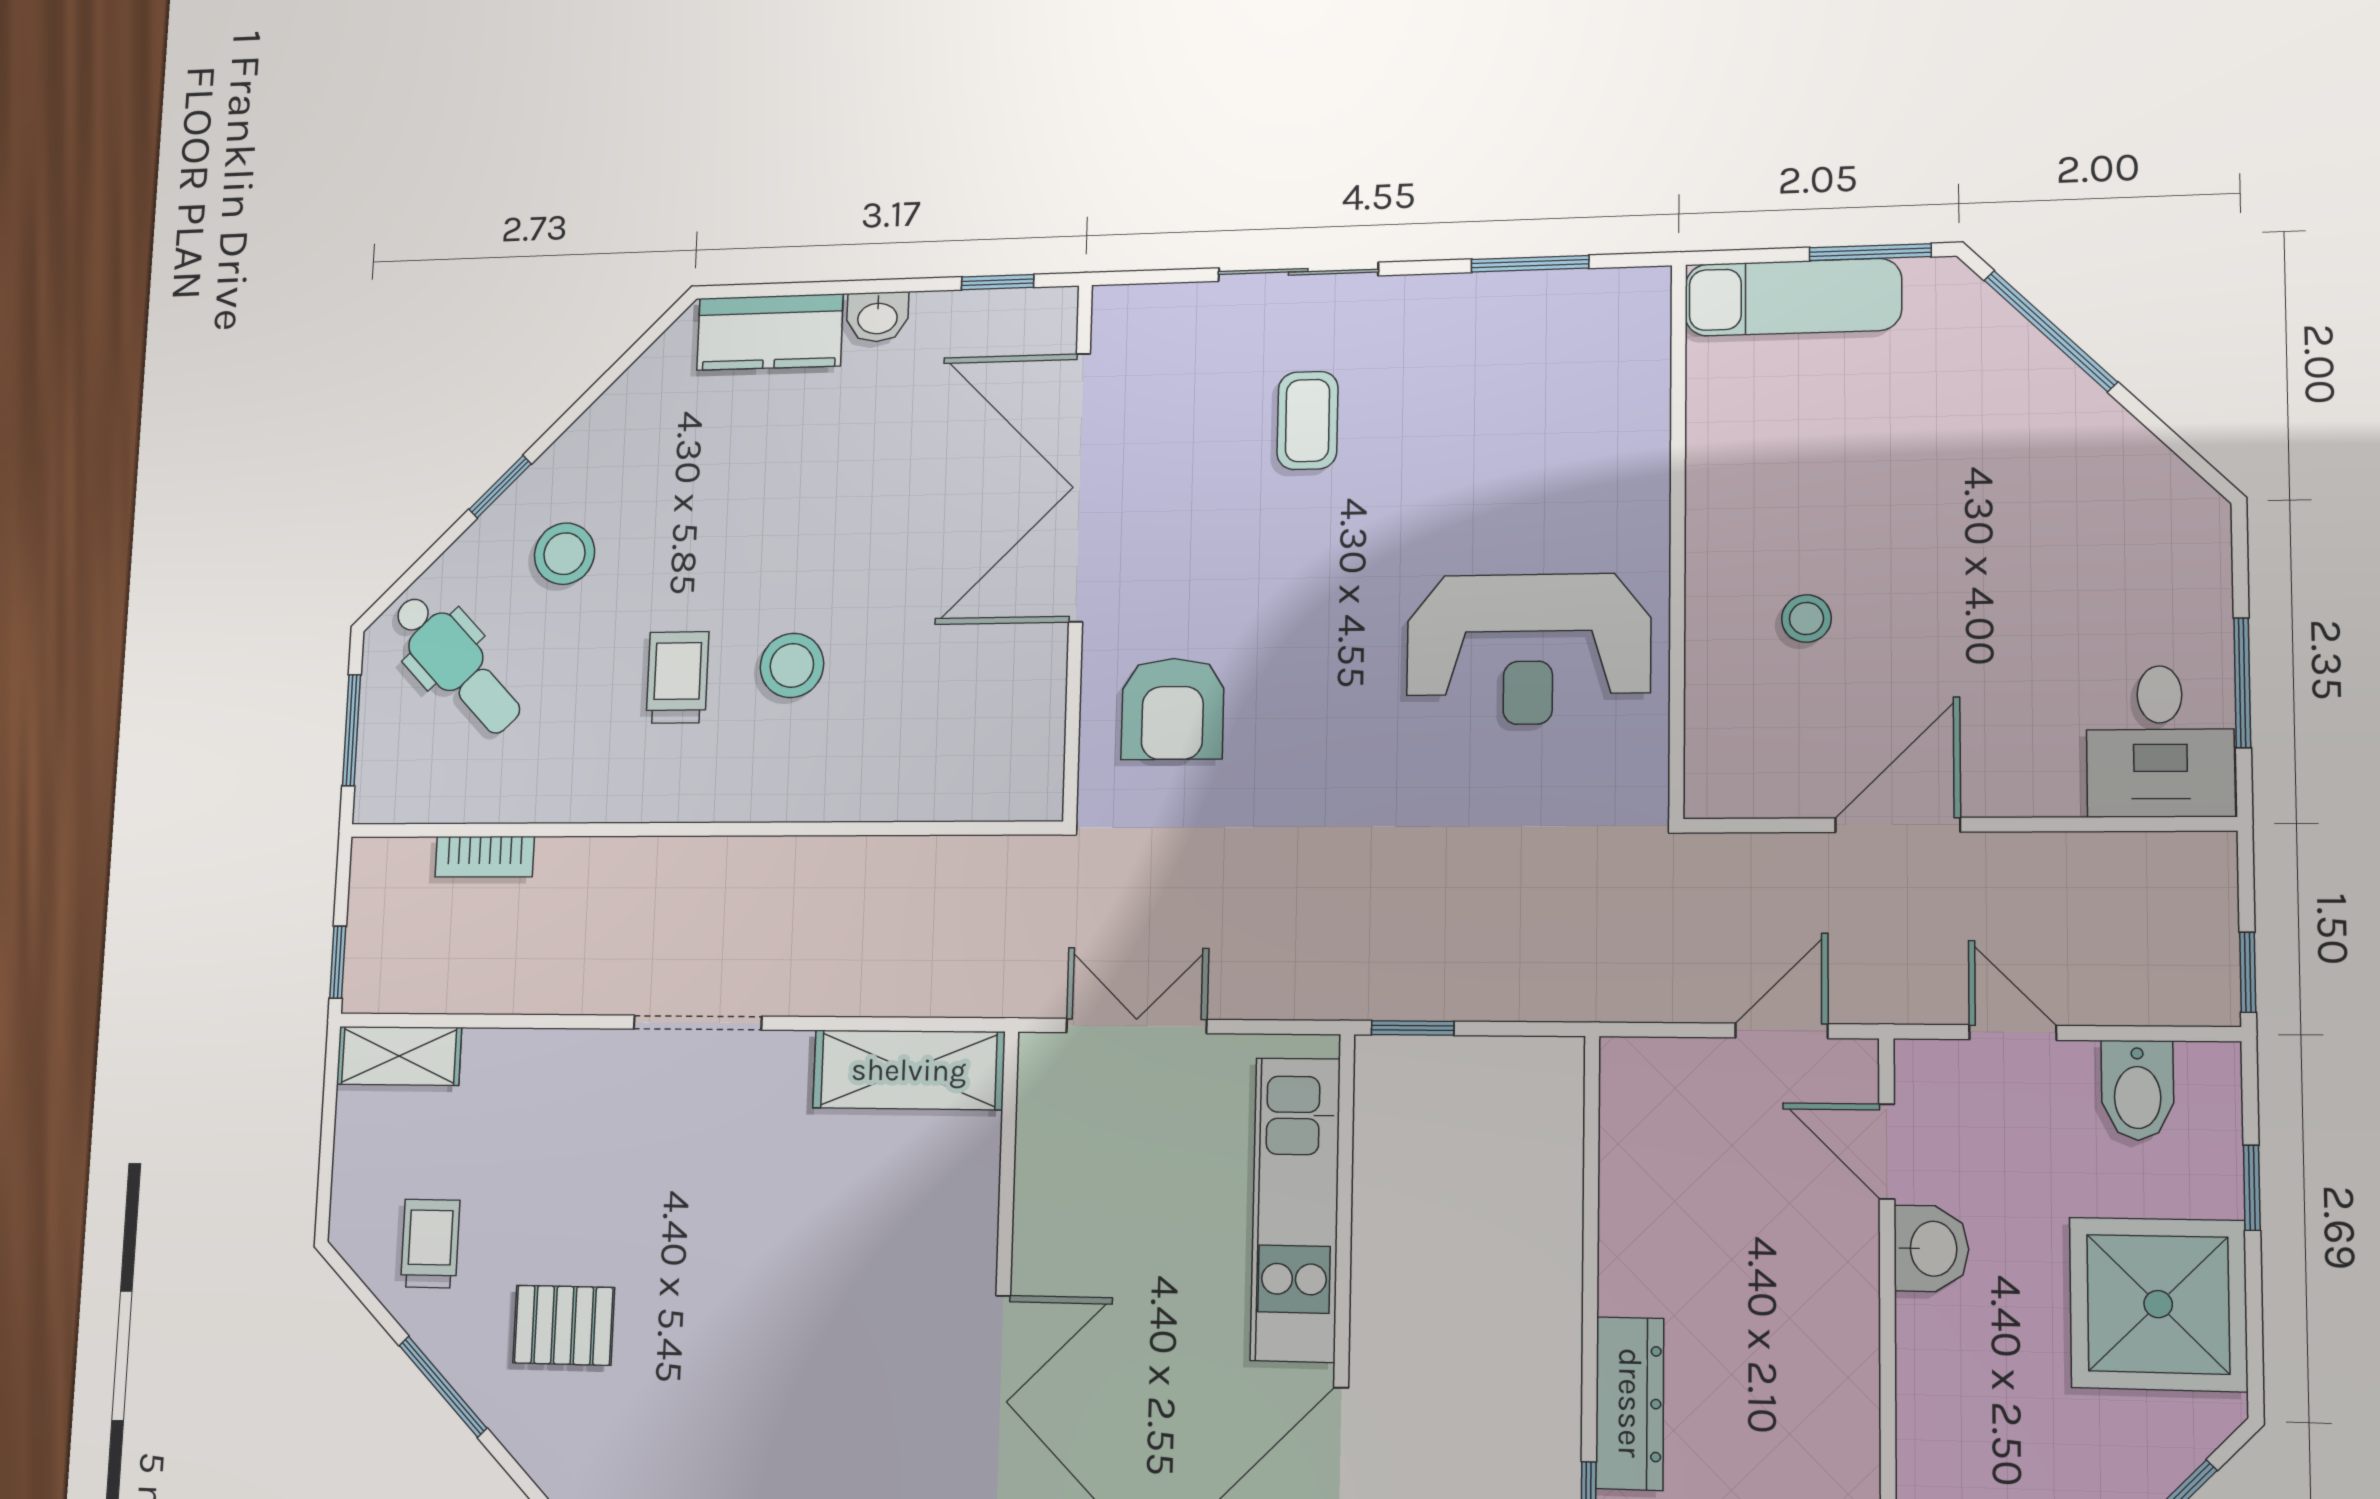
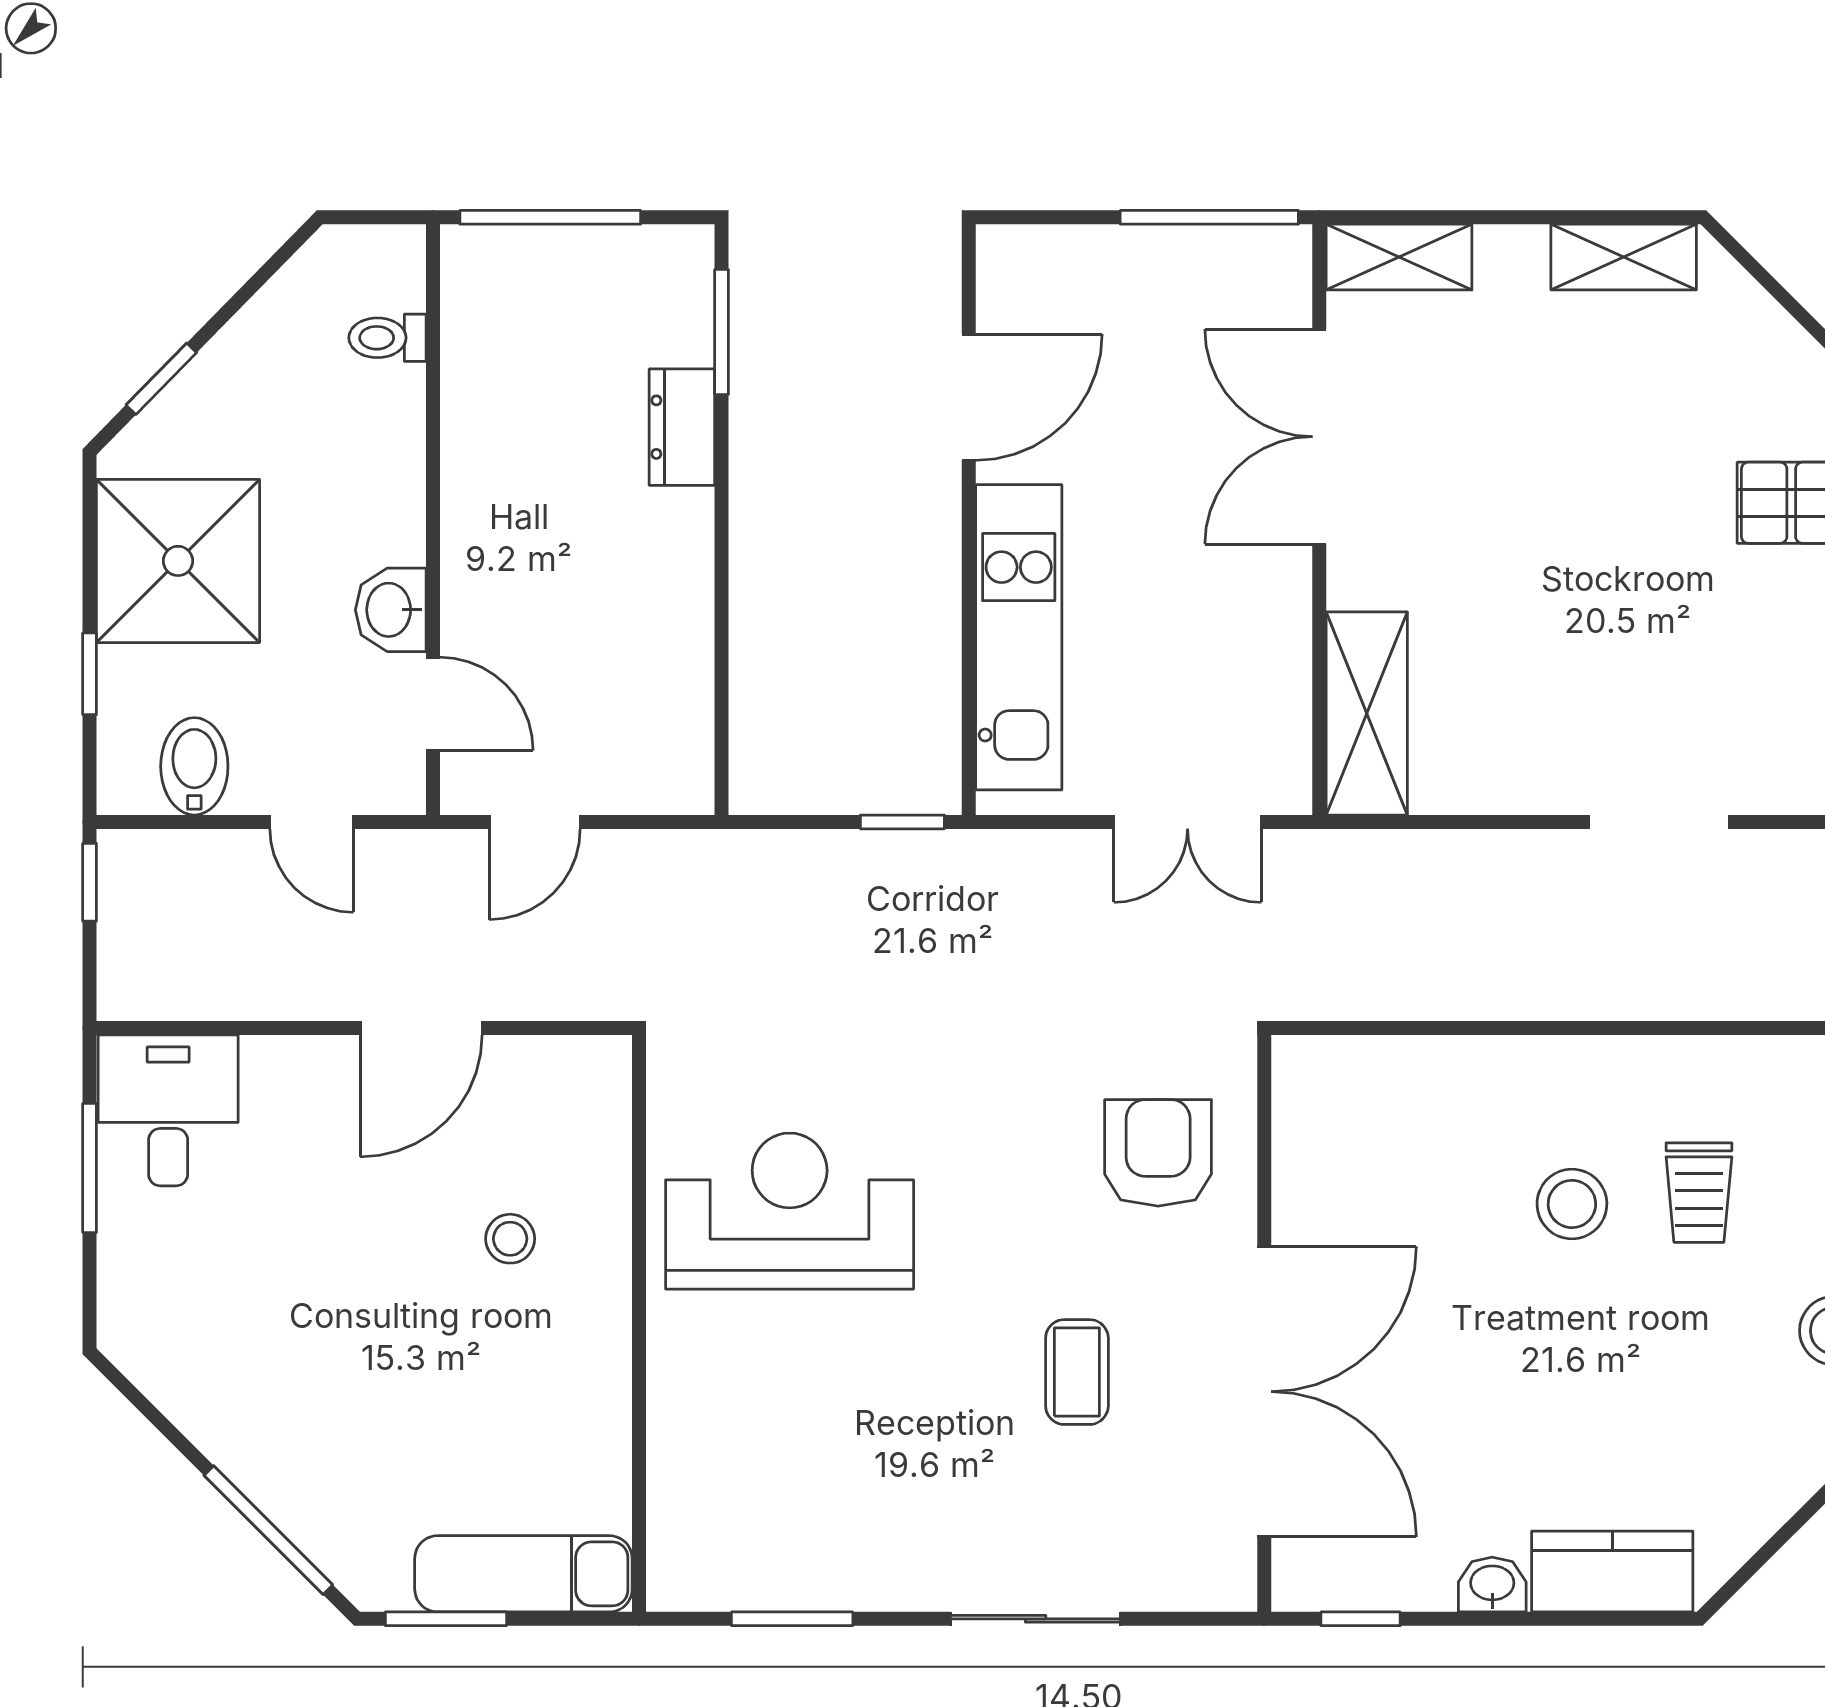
coffee table: (1307, 421) -> (1077, 1372), moved
shelving: (909, 1070) -> (1367, 713), moved, turned 90
dresser: (1630, 1403) -> (682, 427), width x0.70

